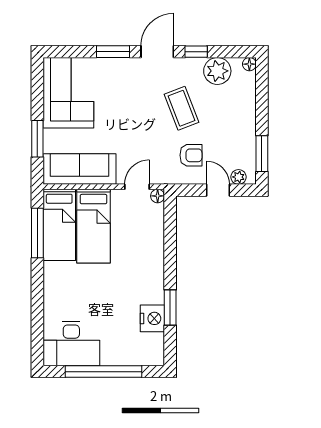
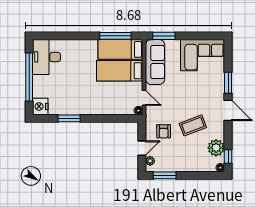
window: (196, 52) -> (228, 156), moved
window: (37, 139) -> (164, 36), moved
nightstand: (152, 318) -> (40, 106), moved, turned 90

